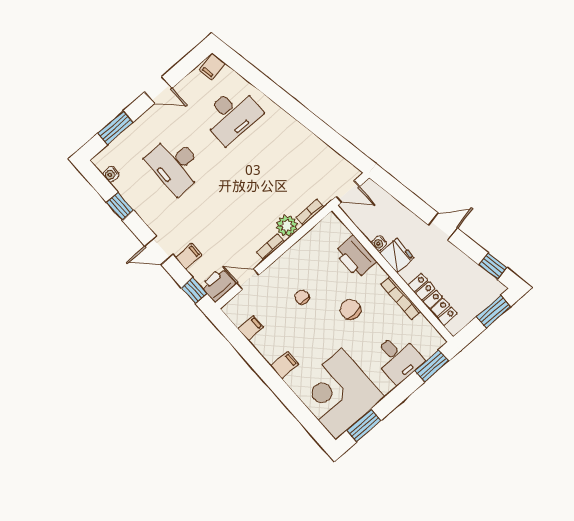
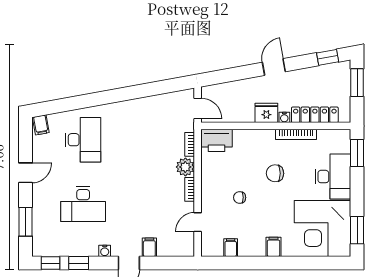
water cooler: (111, 174) -> (105, 251), moved
door: (348, 192) -> (198, 109), hinge flipped
water cooler: (379, 243) -> (284, 117), moved
printer: (355, 257) -> (216, 140), moved
printer: (218, 285) -> (185, 245), removed
window: (194, 290) -> (51, 263), moved
desk: (398, 358) -> (333, 177), width x1.37

